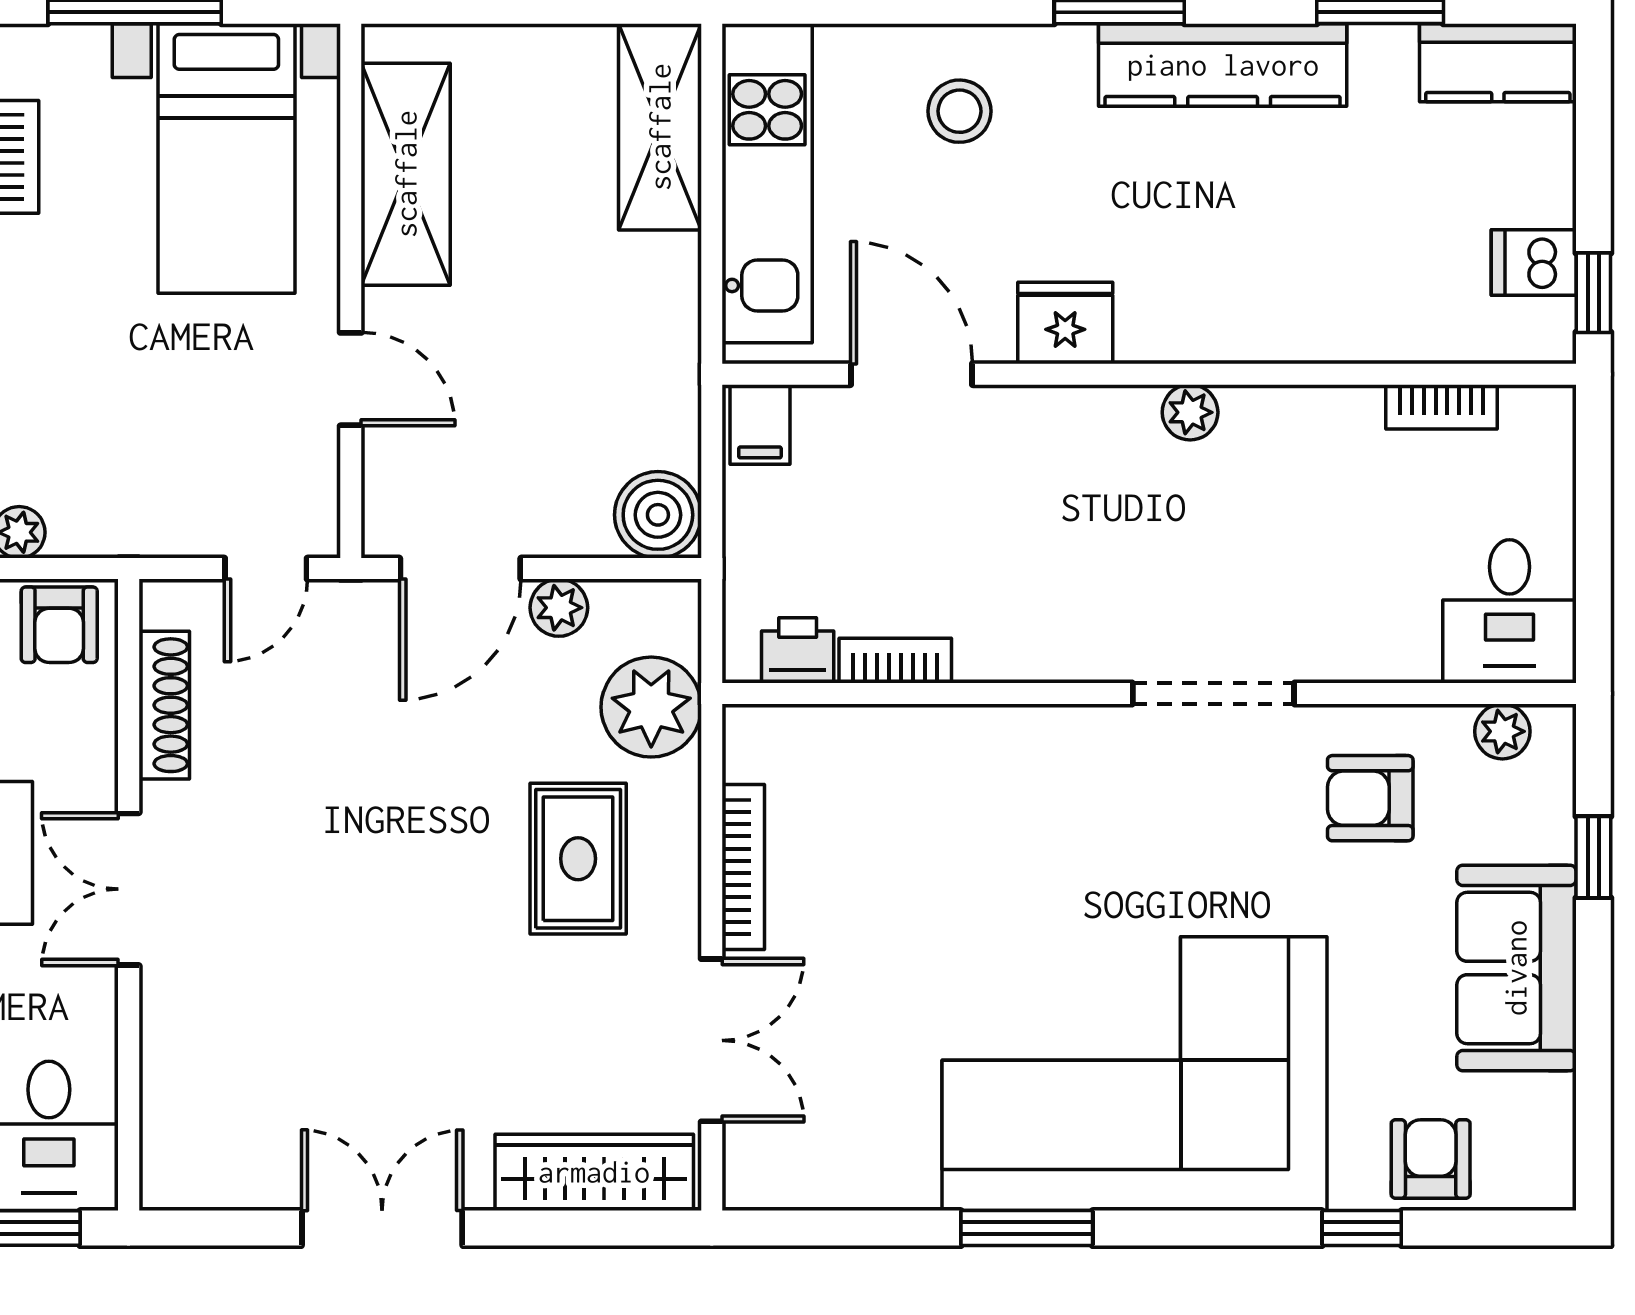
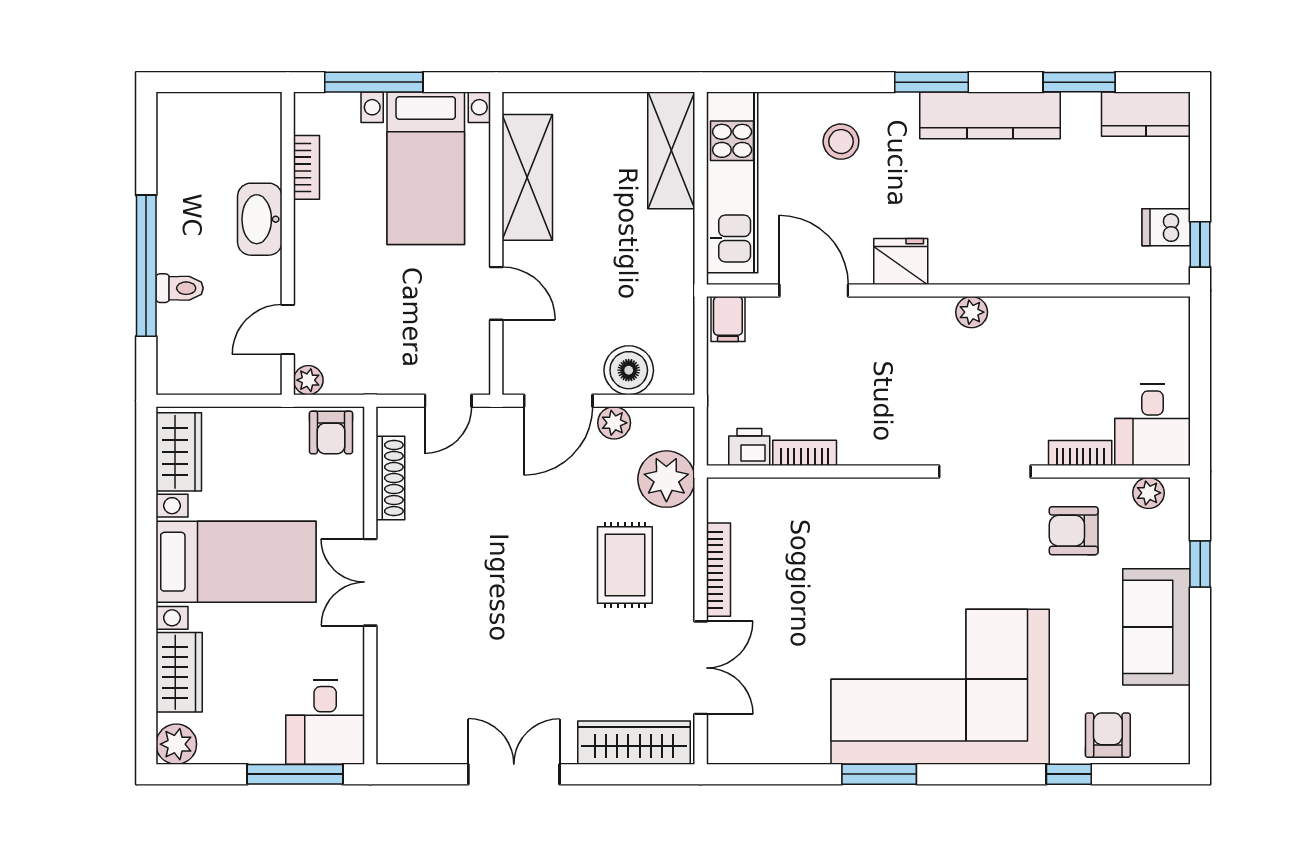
bookcase: (1442, 407) -> (1080, 453), moved, turned 180
boiler: (658, 515) -> (629, 370), moved

